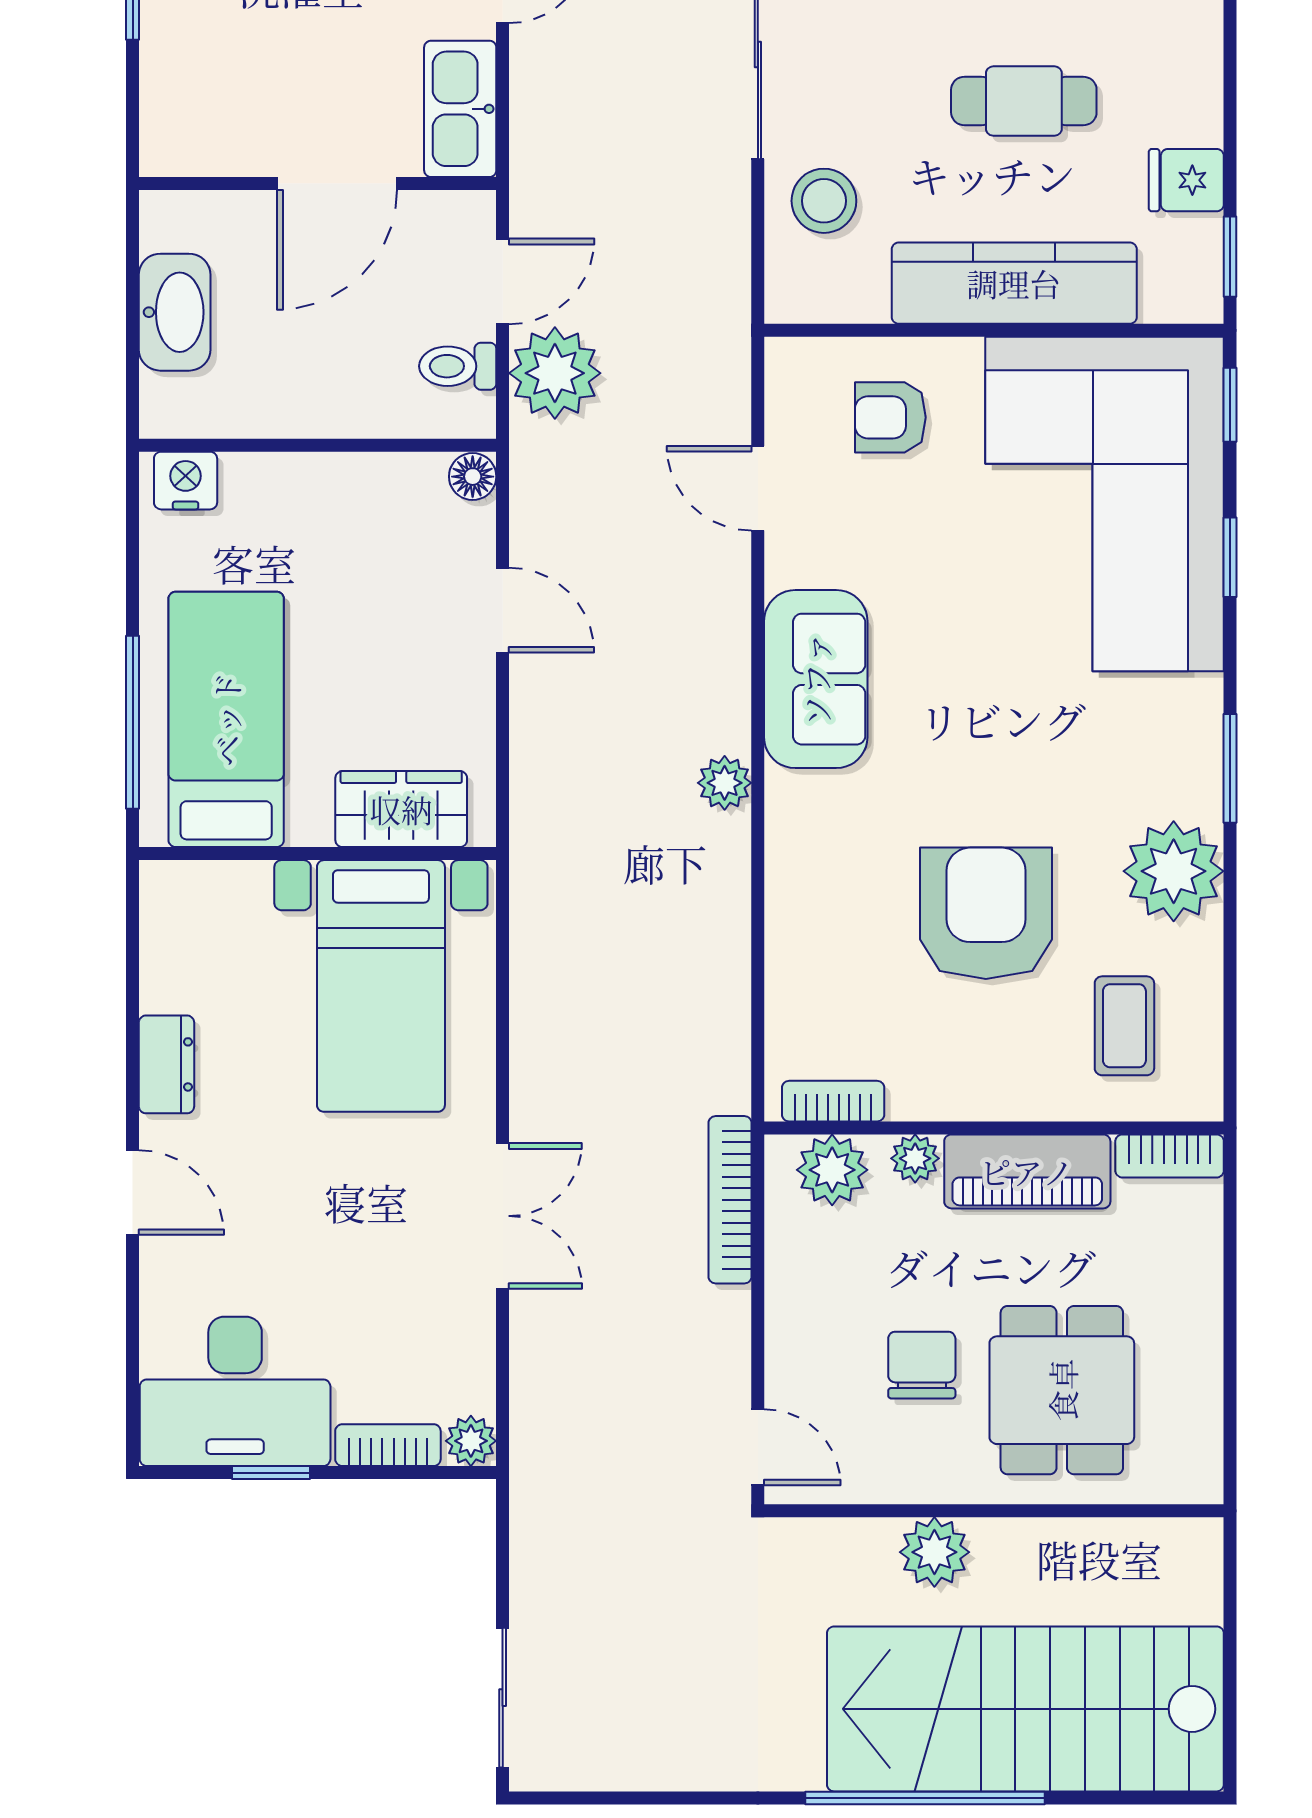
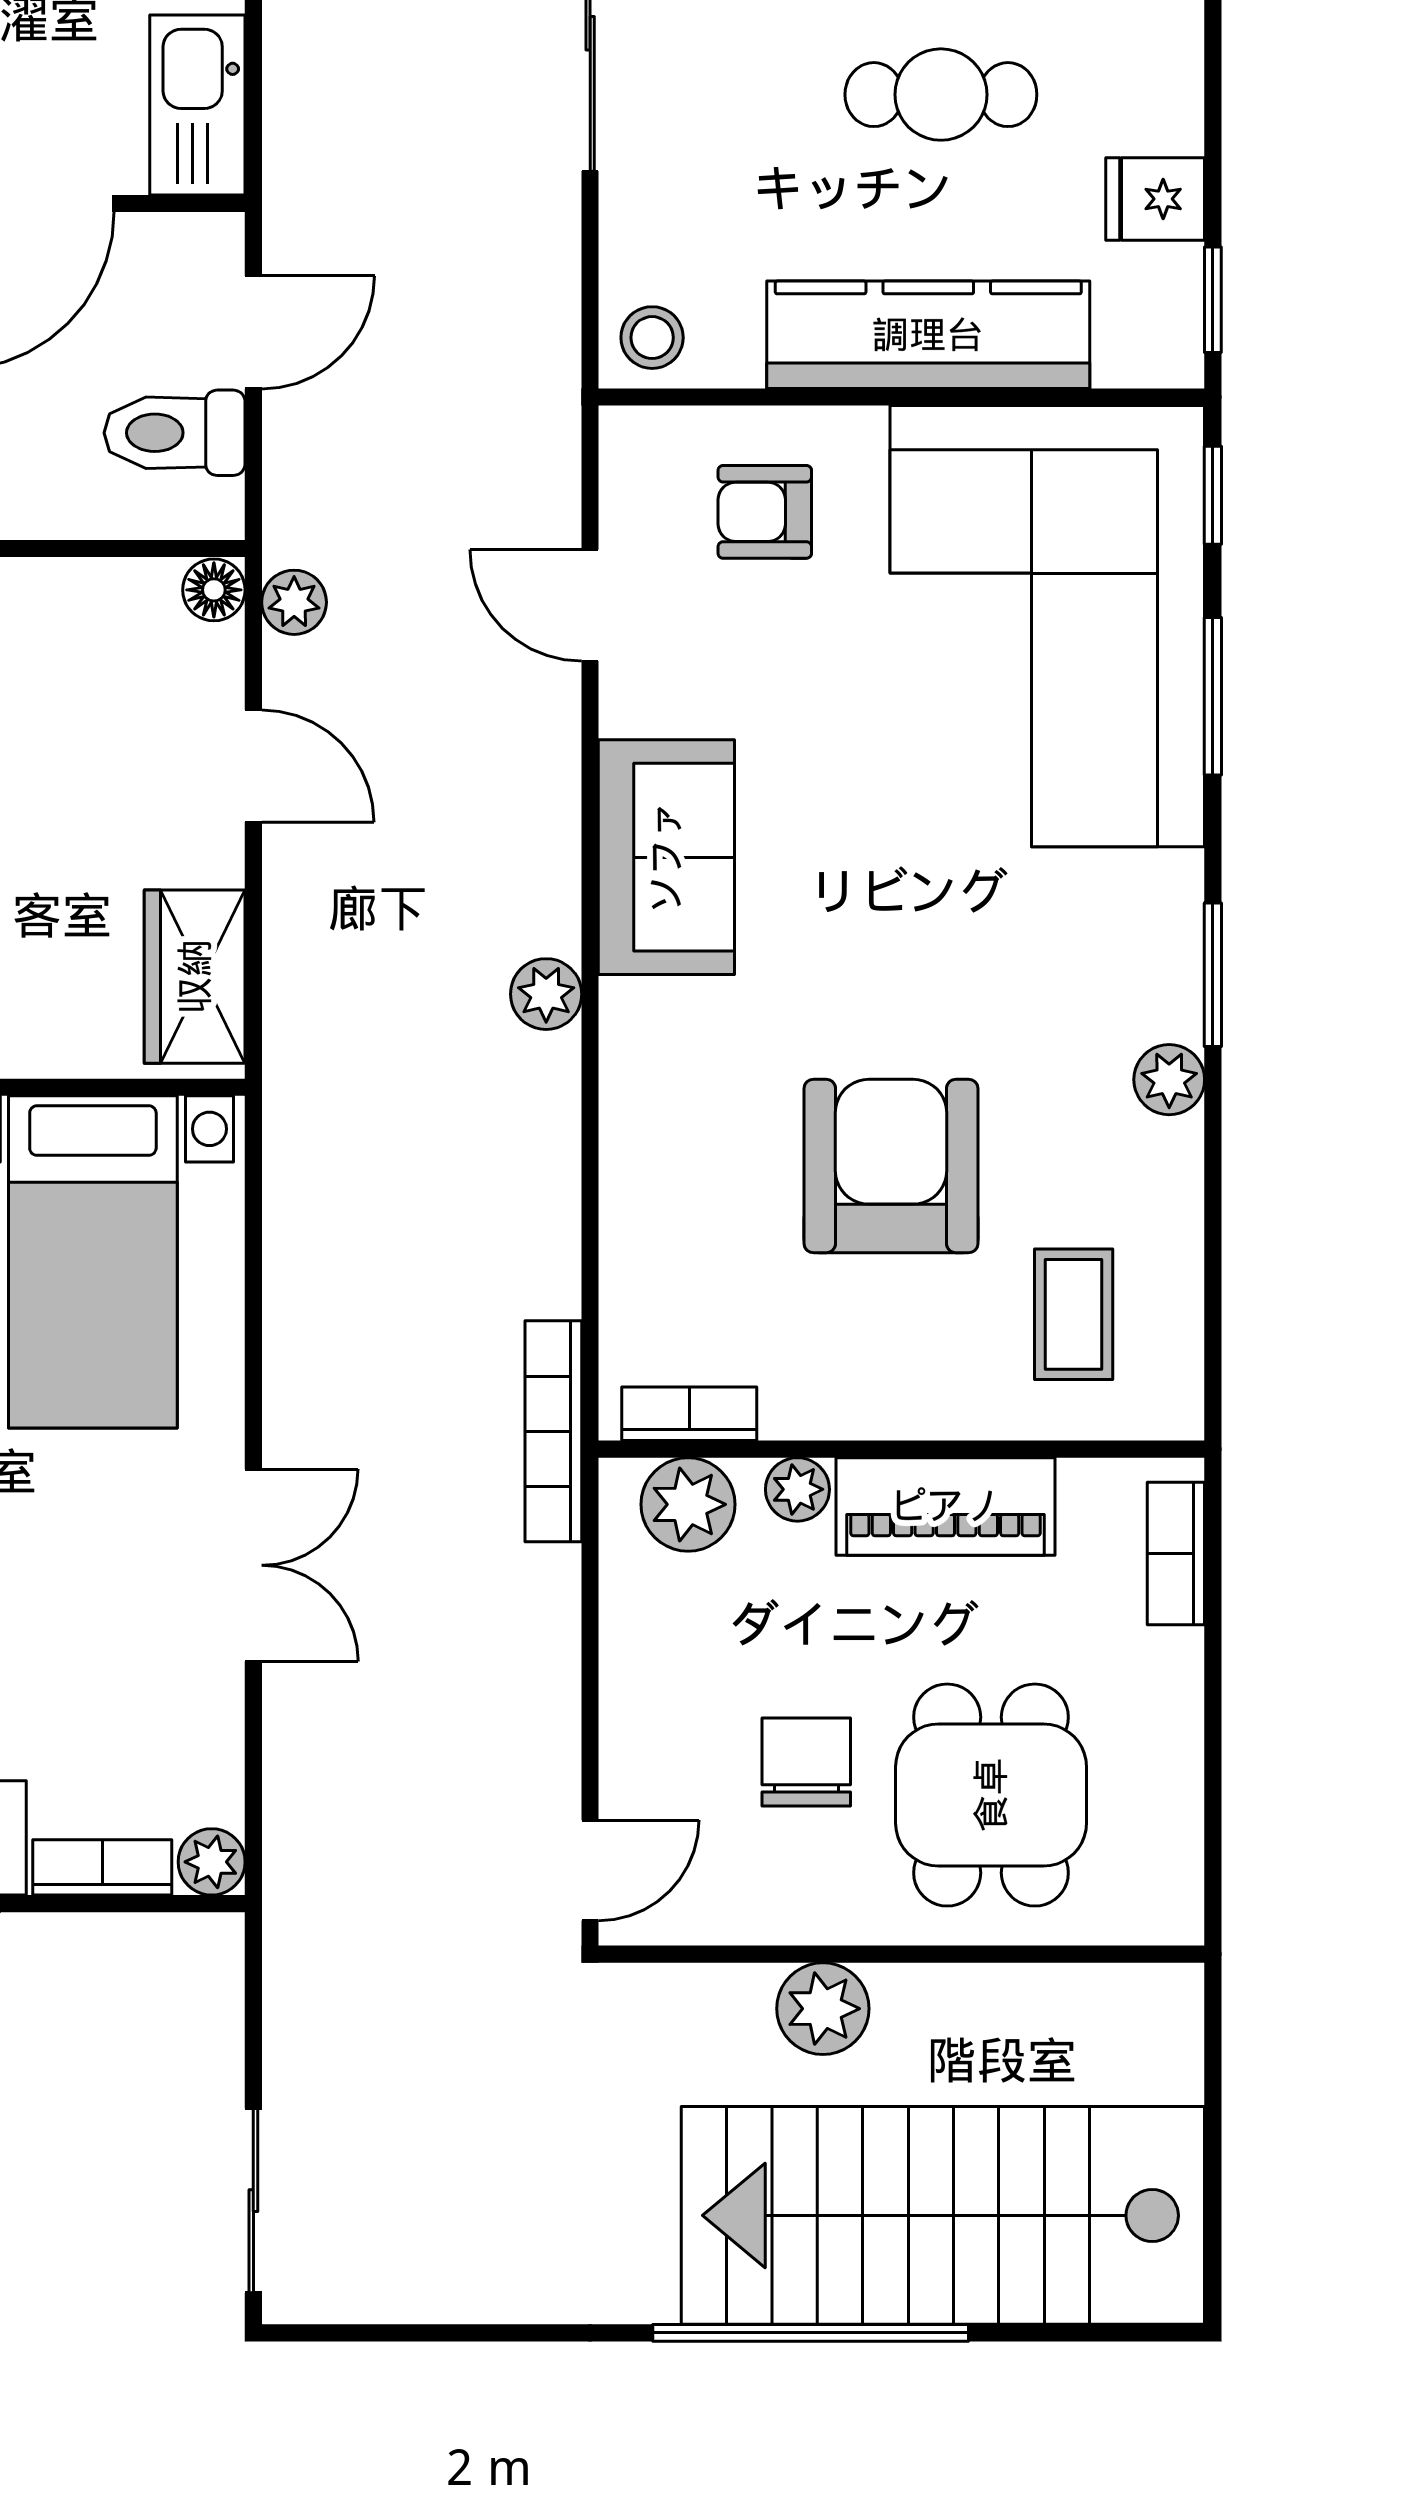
stool: (824, 201) -> (652, 338), moved, width x0.73, depth x0.73
toilet: (458, 366) -> (175, 433), width x1.37, depth x1.39
plant: (555, 373) -> (294, 602), moved, width x0.53, depth x0.53
window: (1230, 557) -> (1213, 696), width x1.50
wardrobe: (401, 809) -> (195, 977), moved, turned -90
plant: (1174, 871) -> (1169, 1080), width x0.53, depth x0.53
bookcase: (1170, 1156) -> (1176, 1553), moved, turned 90
bookcase: (730, 1200) -> (553, 1431), moved
door: (758, 1447) -> (590, 1870), hinge flipped

